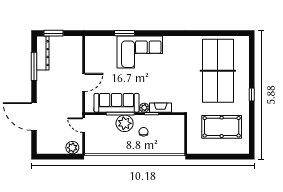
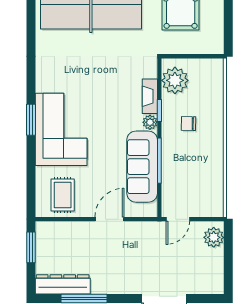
window: (54, 33) -> (31, 247), moved
window: (125, 33) -> (31, 120), moved
rug: (99, 53) -> (63, 195), added
door: (84, 82) -> (110, 219), hinge flipped
plant: (125, 123) -> (175, 80), moved

